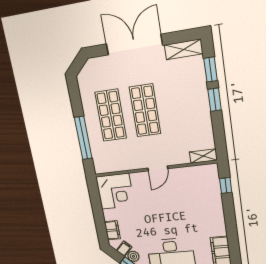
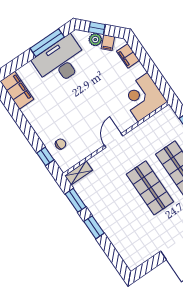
shelving: (184, 49) -> (141, 256), removed
window: (211, 69) -> (75, 200), moved
chair: (206, 189) -> (61, 144), added

